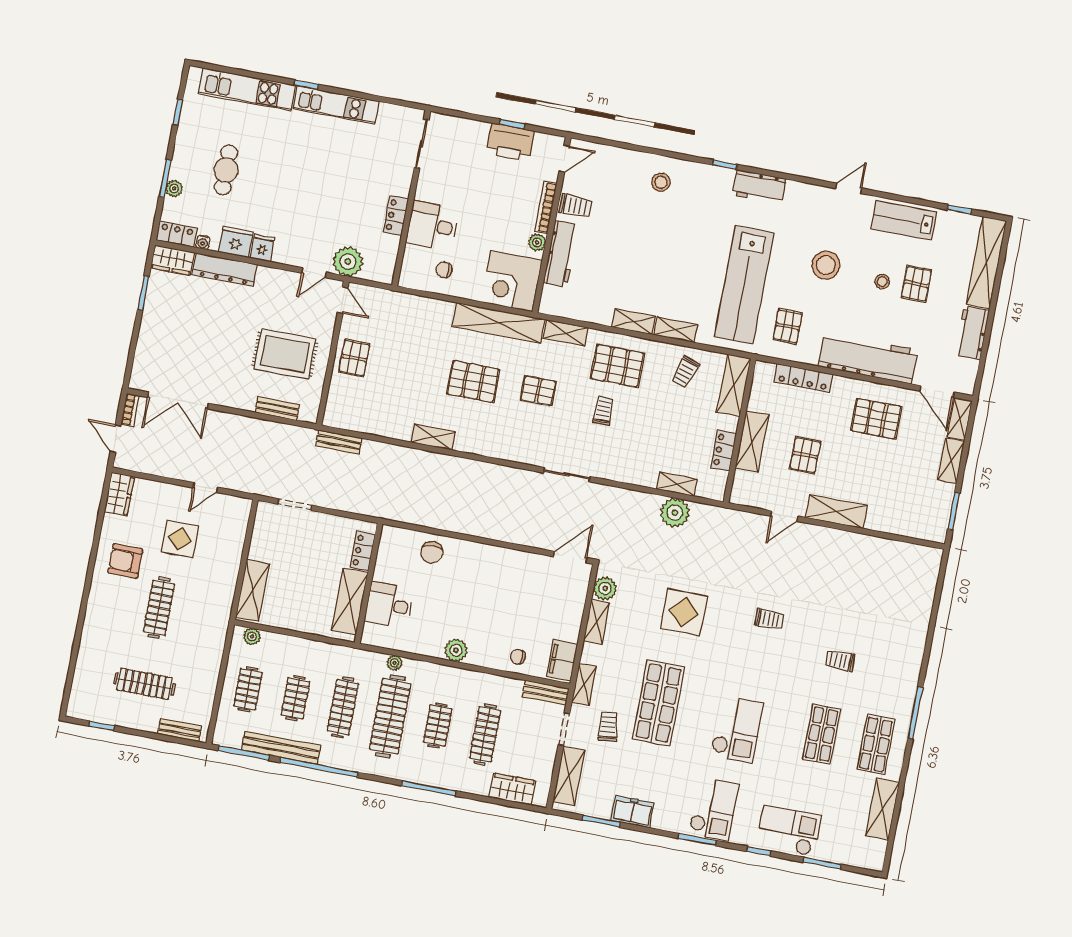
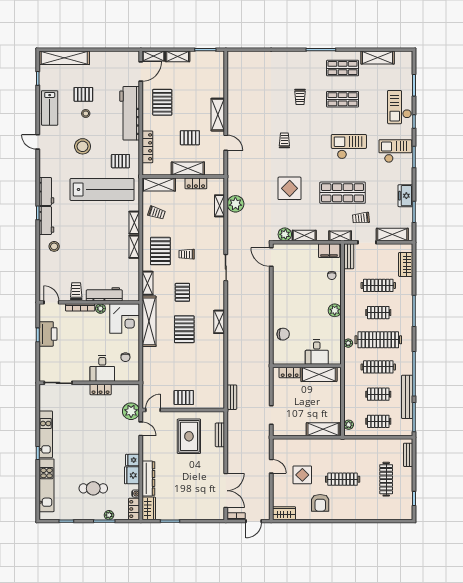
workbench: (972, 333) -> (46, 221), moved, turned -90
shelving: (433, 437) -> (219, 322), moved

